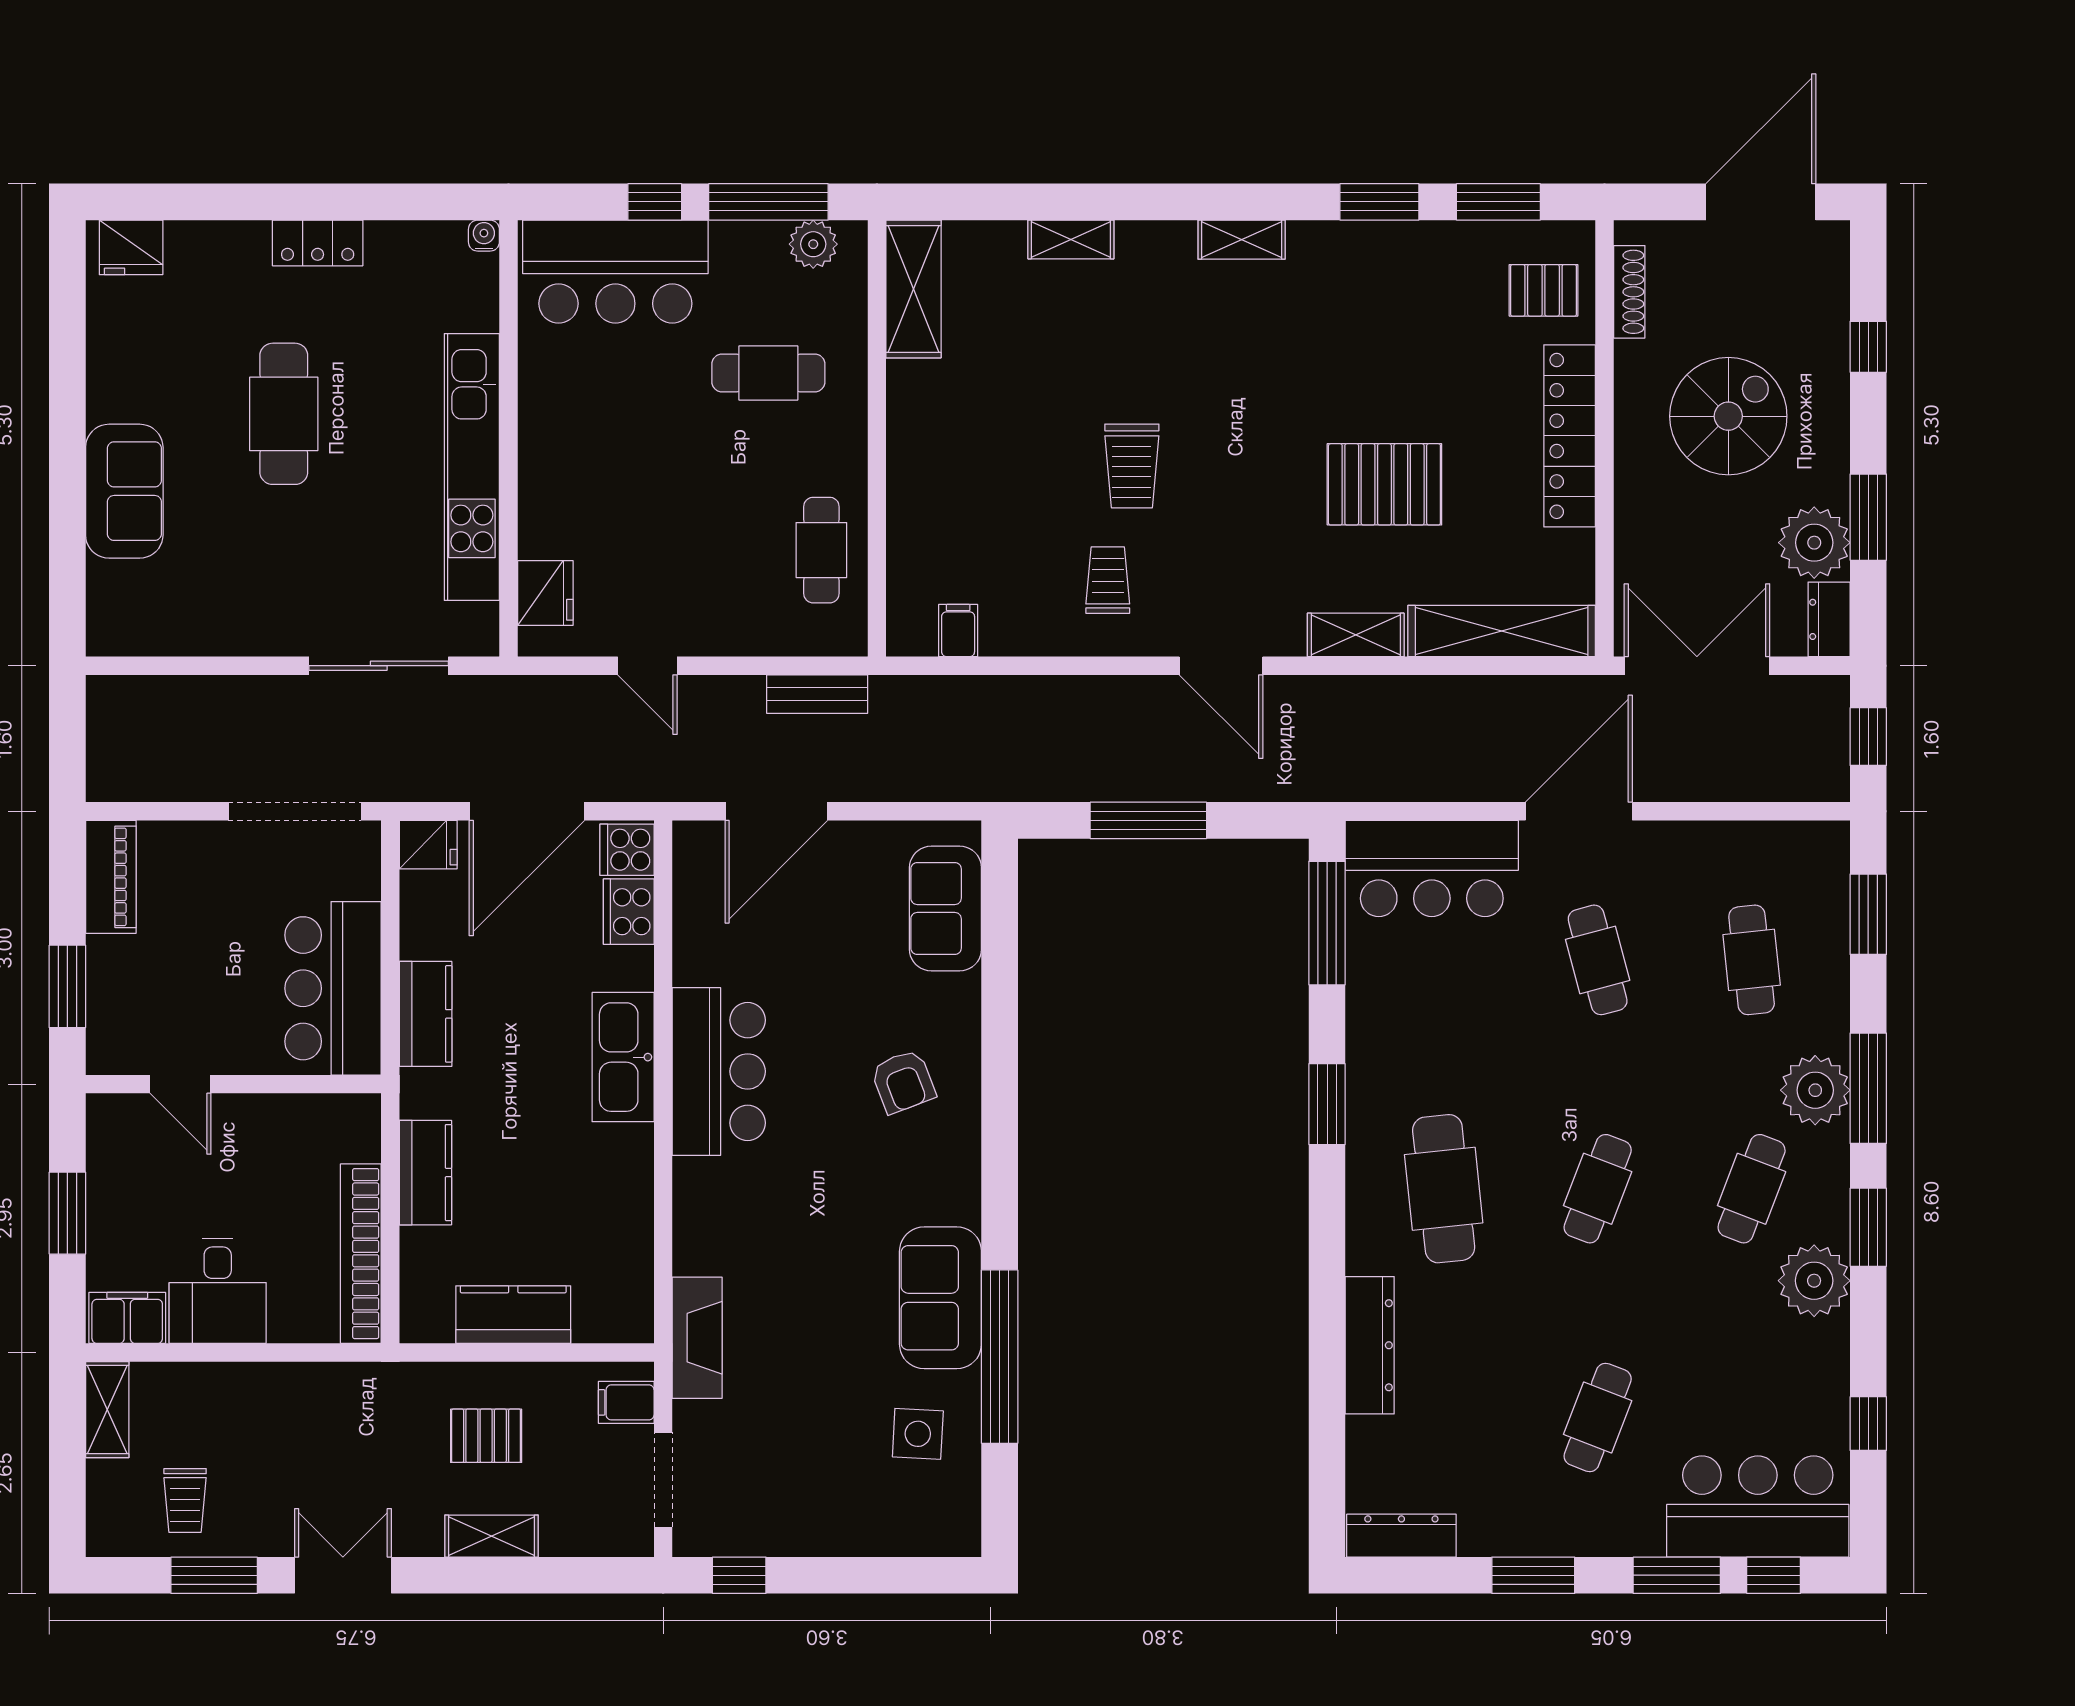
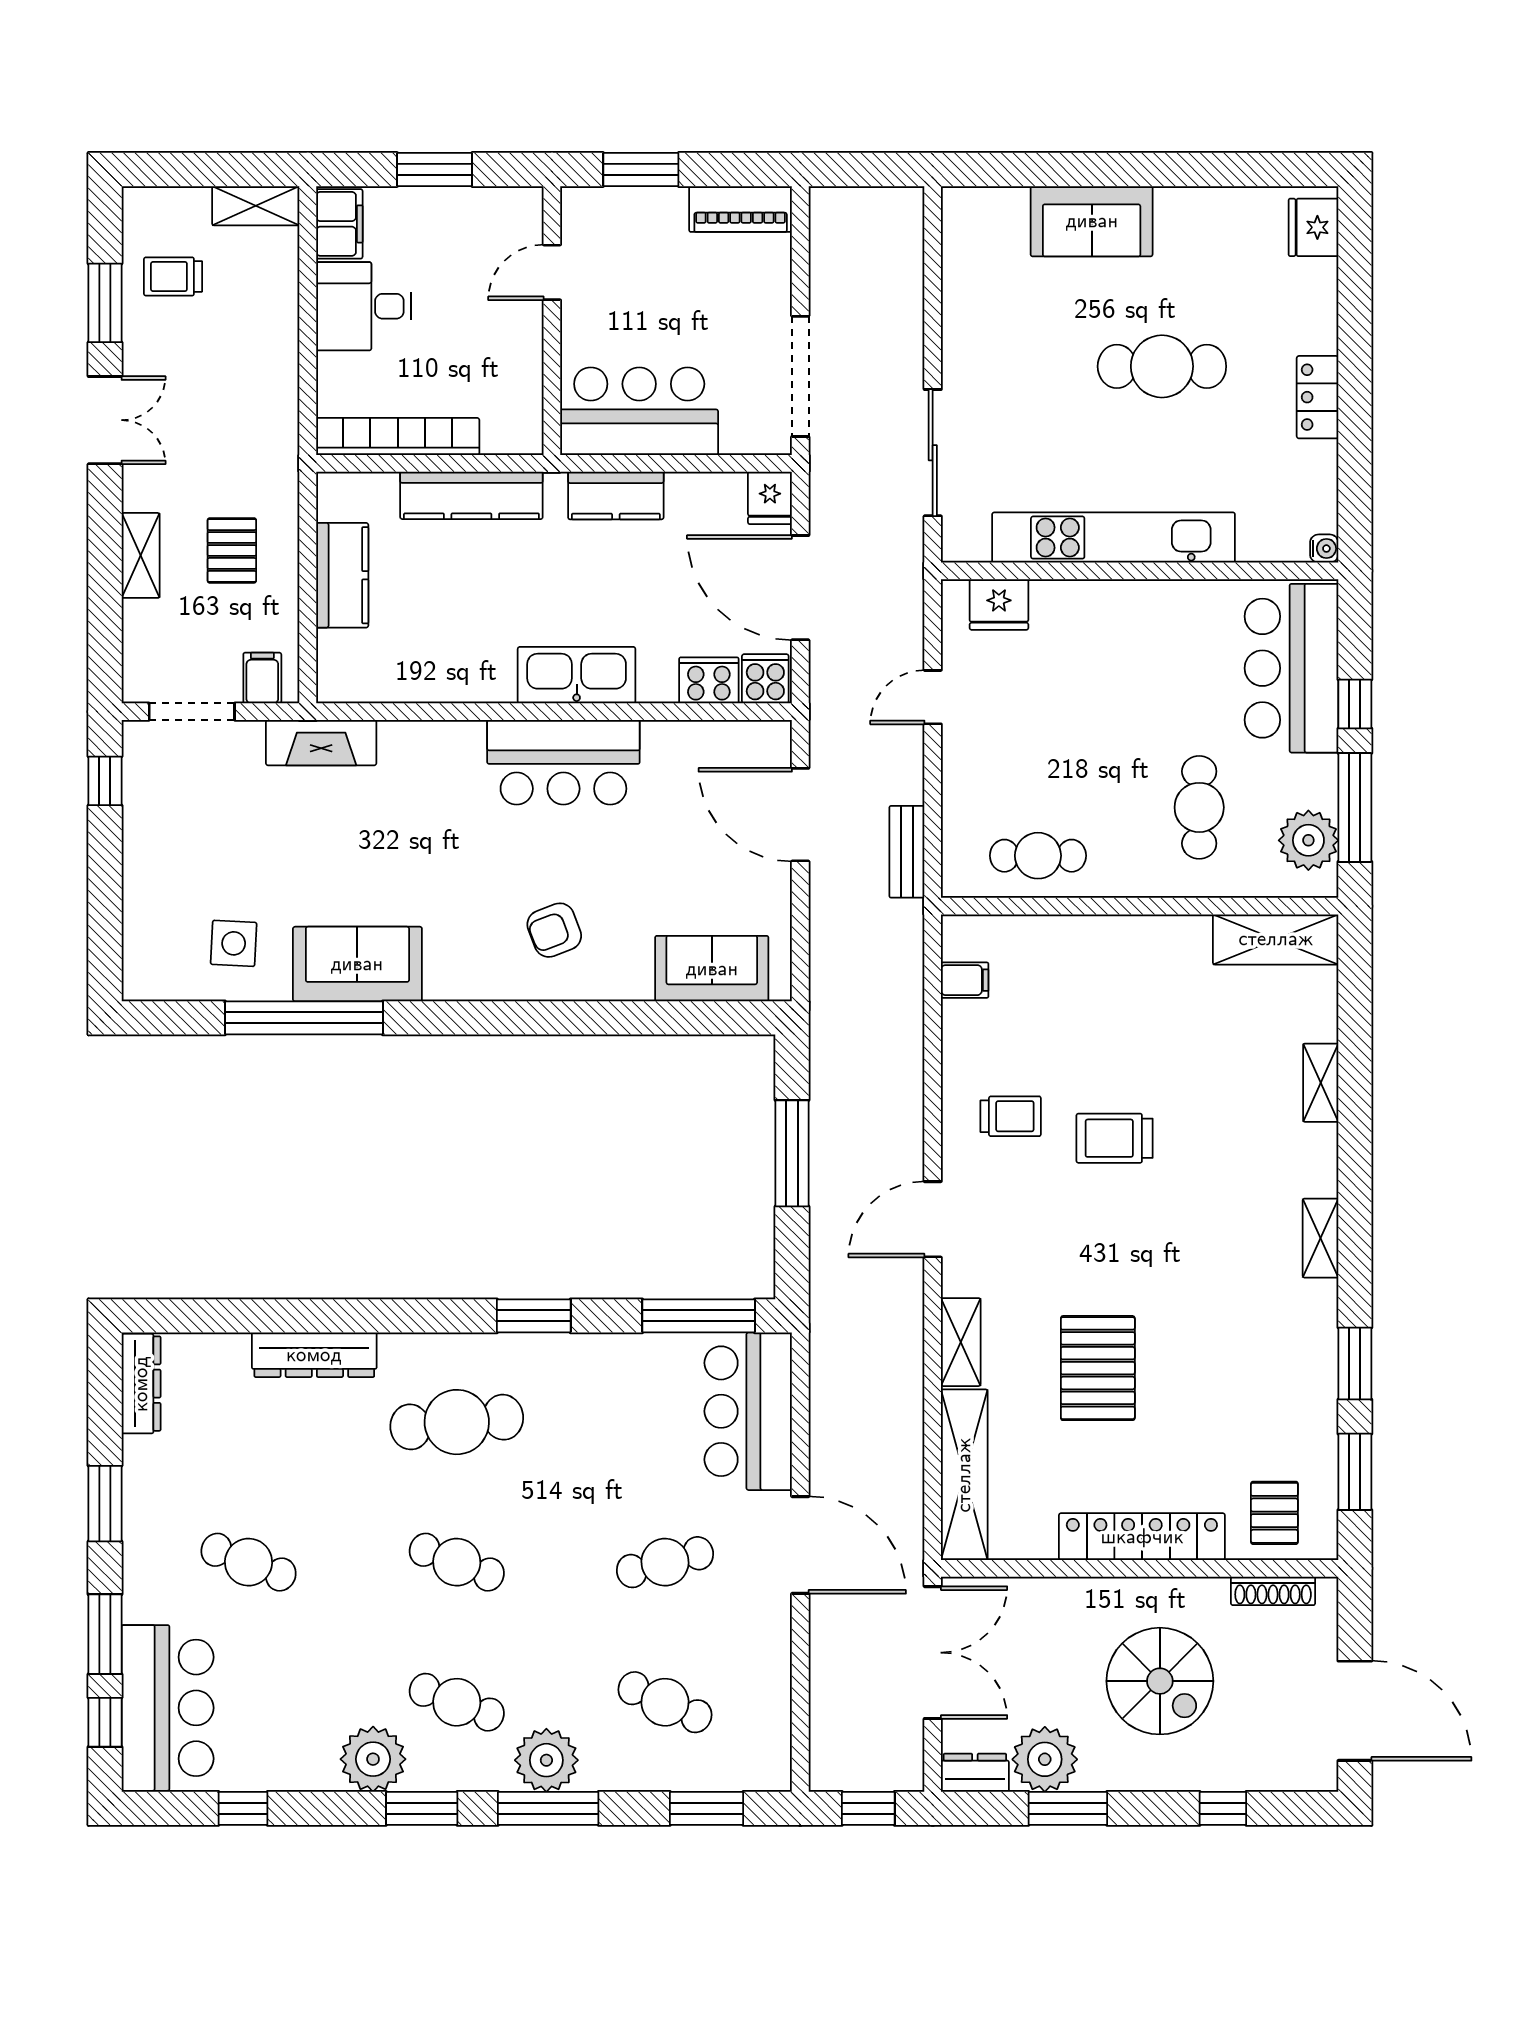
plant: (813, 244) -> (1308, 840), width x1.36, depth x1.36
cafe table: (1752, 960) -> (665, 1702), turned 30
kitchen counter: (425, 1173) -> (471, 495), width x1.50

